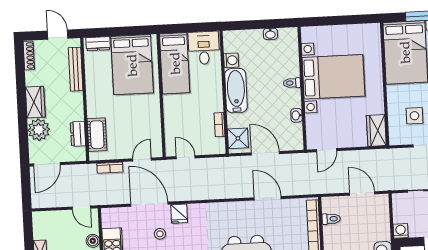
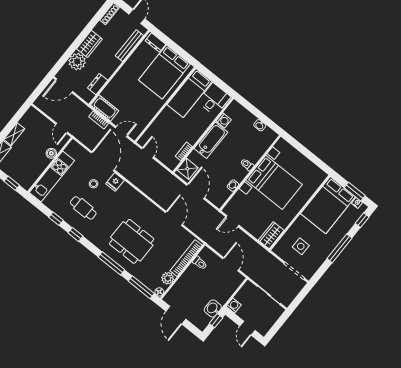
cot: (97, 135) -> (105, 108), moved, turned 90

